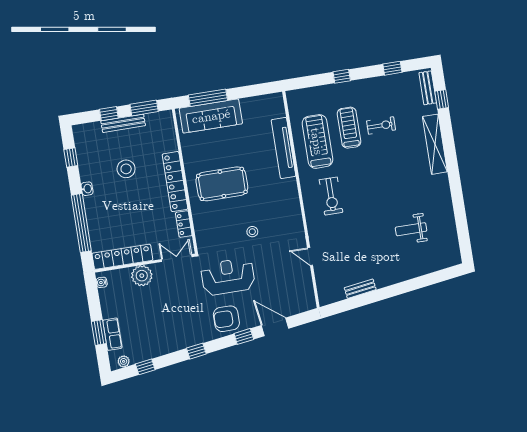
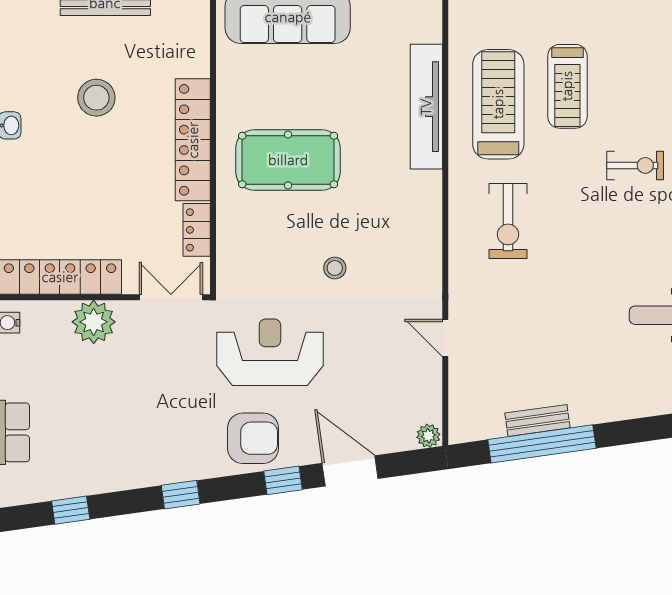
exercise bike: (381, 125) -> (635, 165), moved
treadmill: (349, 128) -> (567, 86), turned 180
window: (364, 299) -> (542, 444), added
armchair: (226, 319) -> (253, 438), turned 180
plant: (124, 361) -> (428, 436), moved

